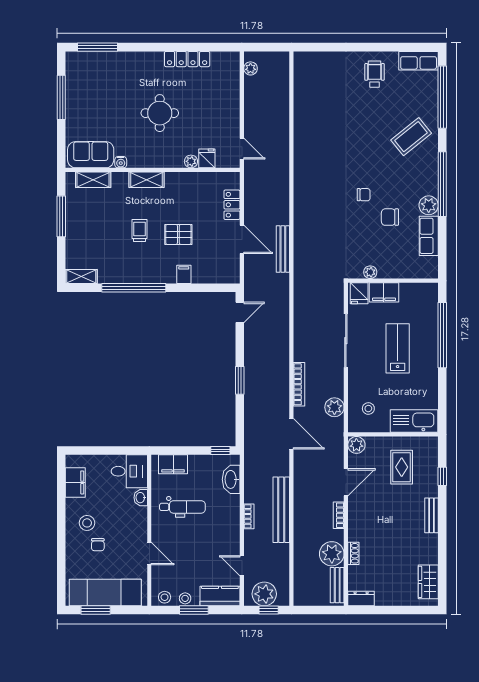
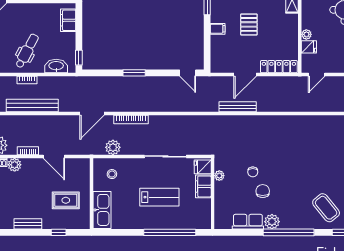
chair: (364, 195) -> (253, 172), moved
locker: (232, 205) -> (279, 67), width x1.53
plant: (356, 445) -> (15, 165), moved
dental chair: (182, 507) -> (27, 51), moved, turned -152

